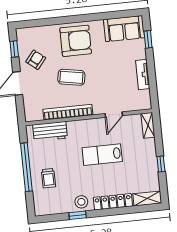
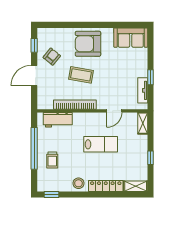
window: (148, 39) -> (151, 77), moved
armchair: (76, 41) -> (88, 44), turned 180
tv unit: (143, 75) -> (143, 90), moved
lab bench: (102, 155) -> (101, 144), turned 180
window: (78, 215) -> (52, 195), moved

